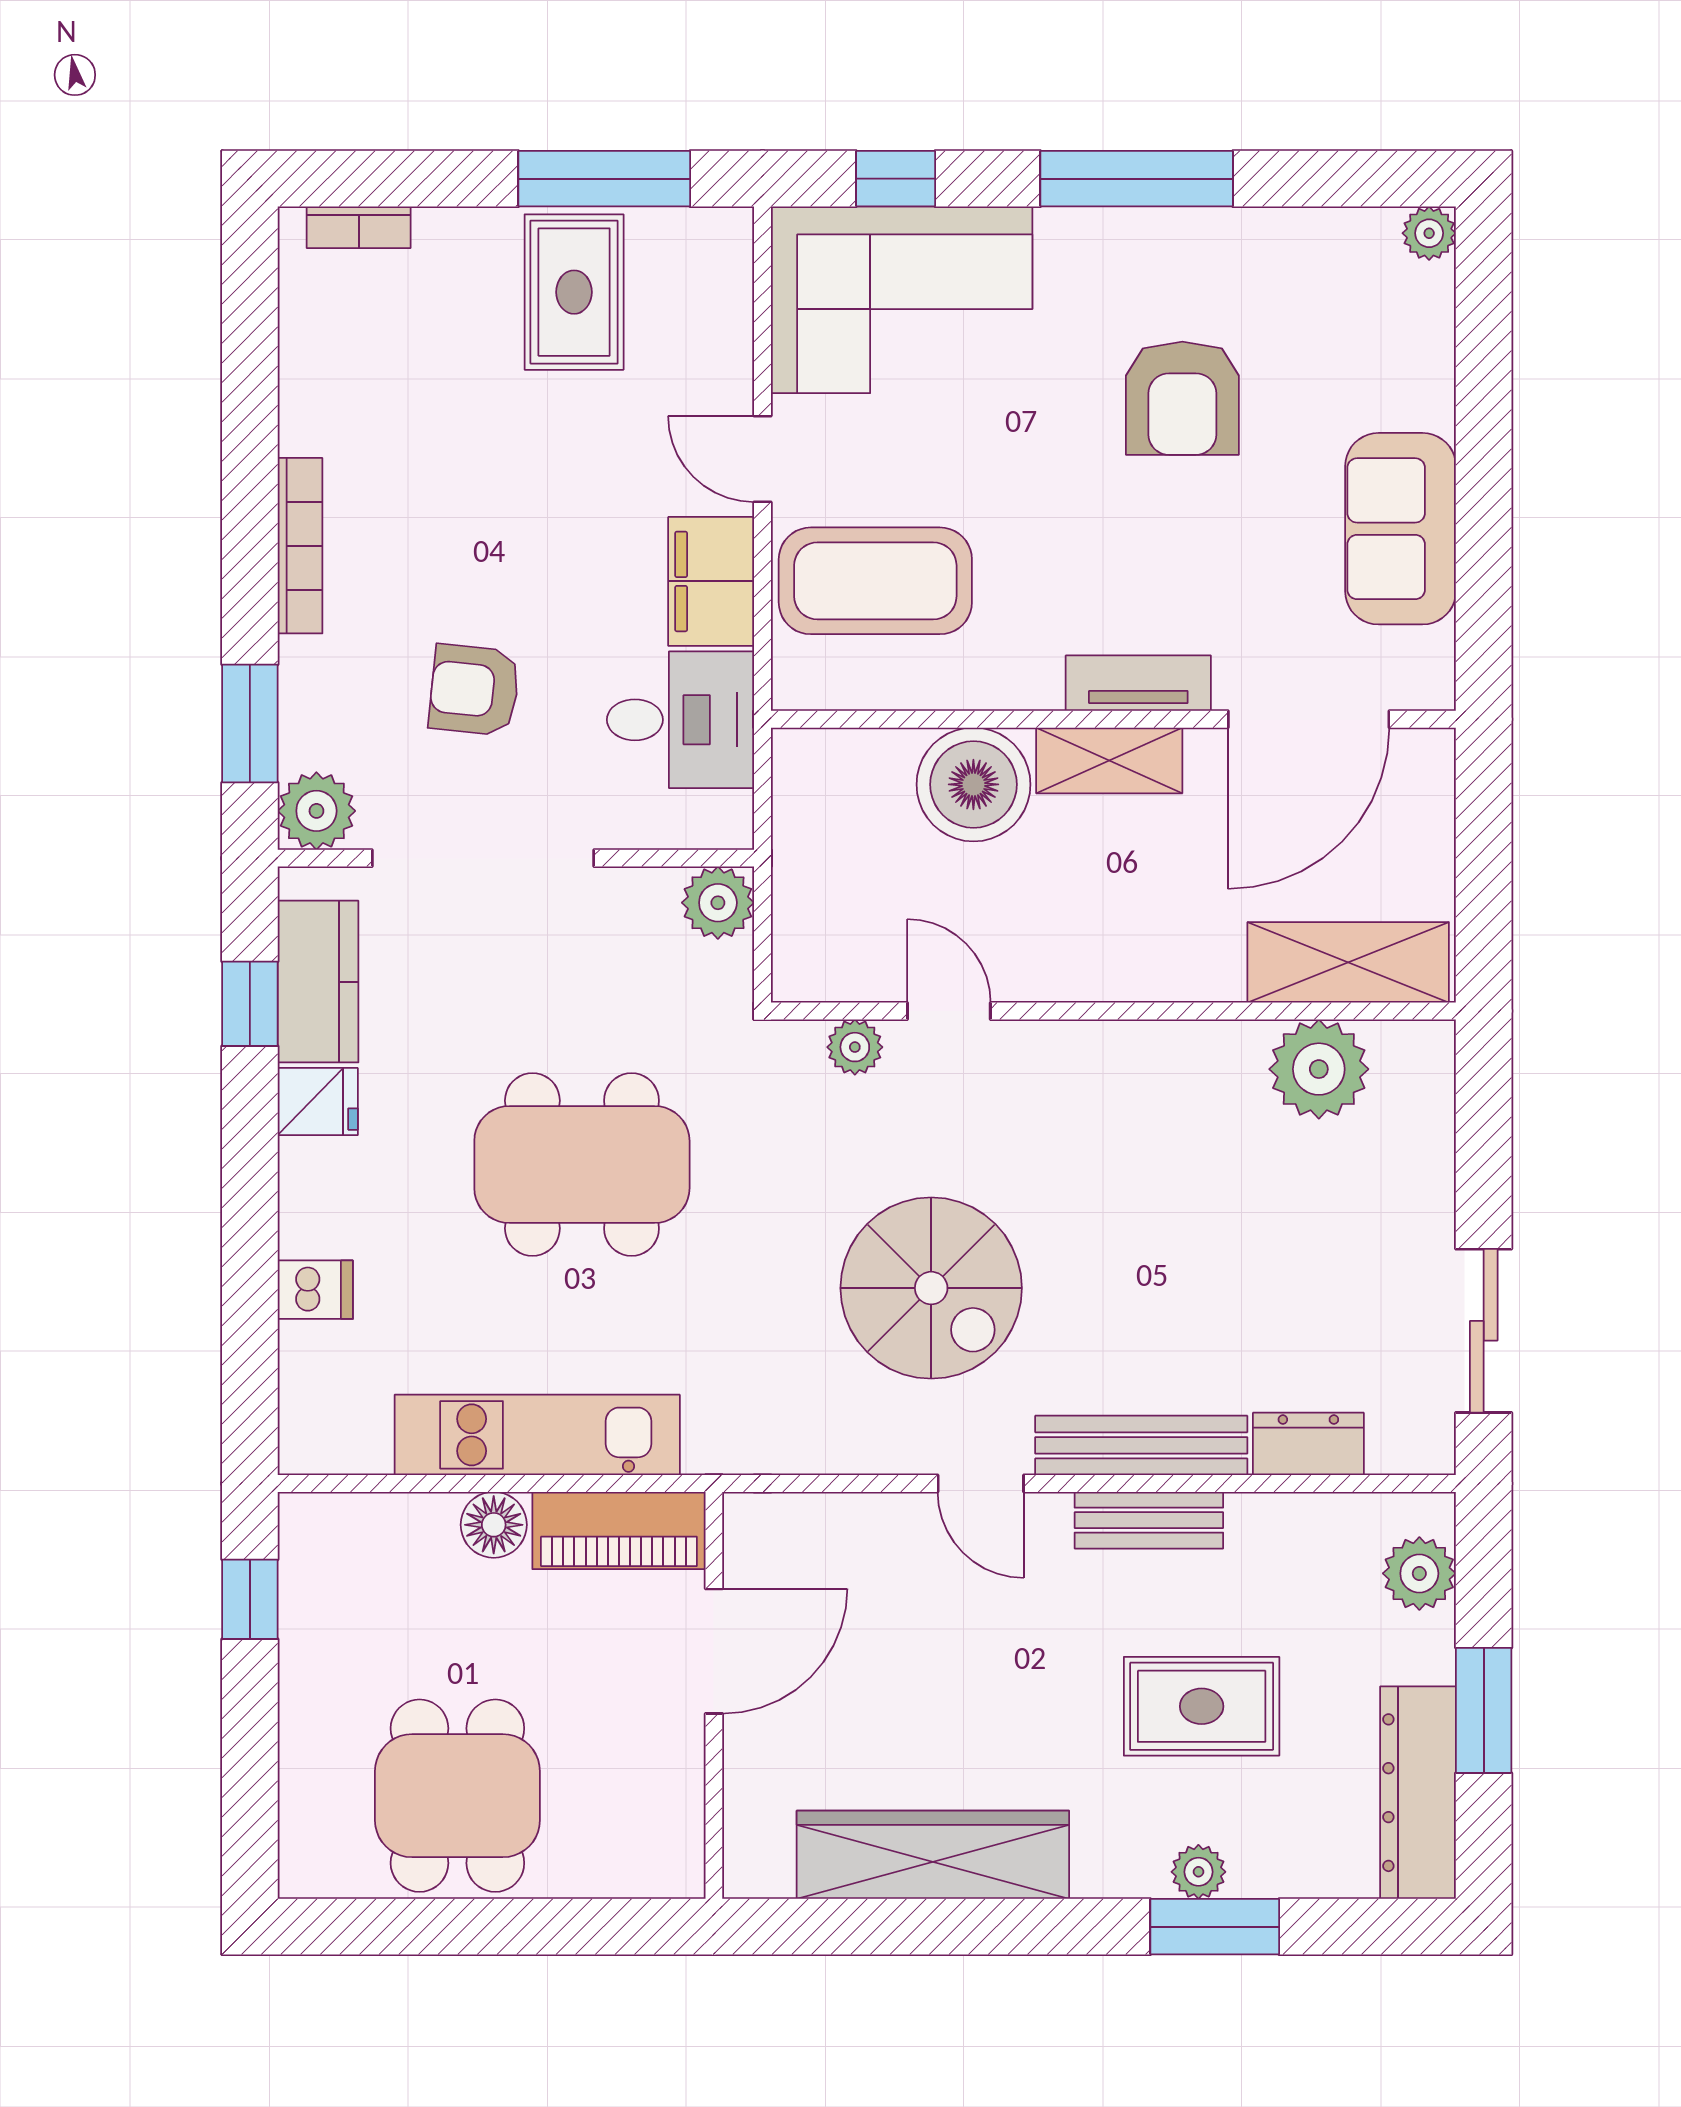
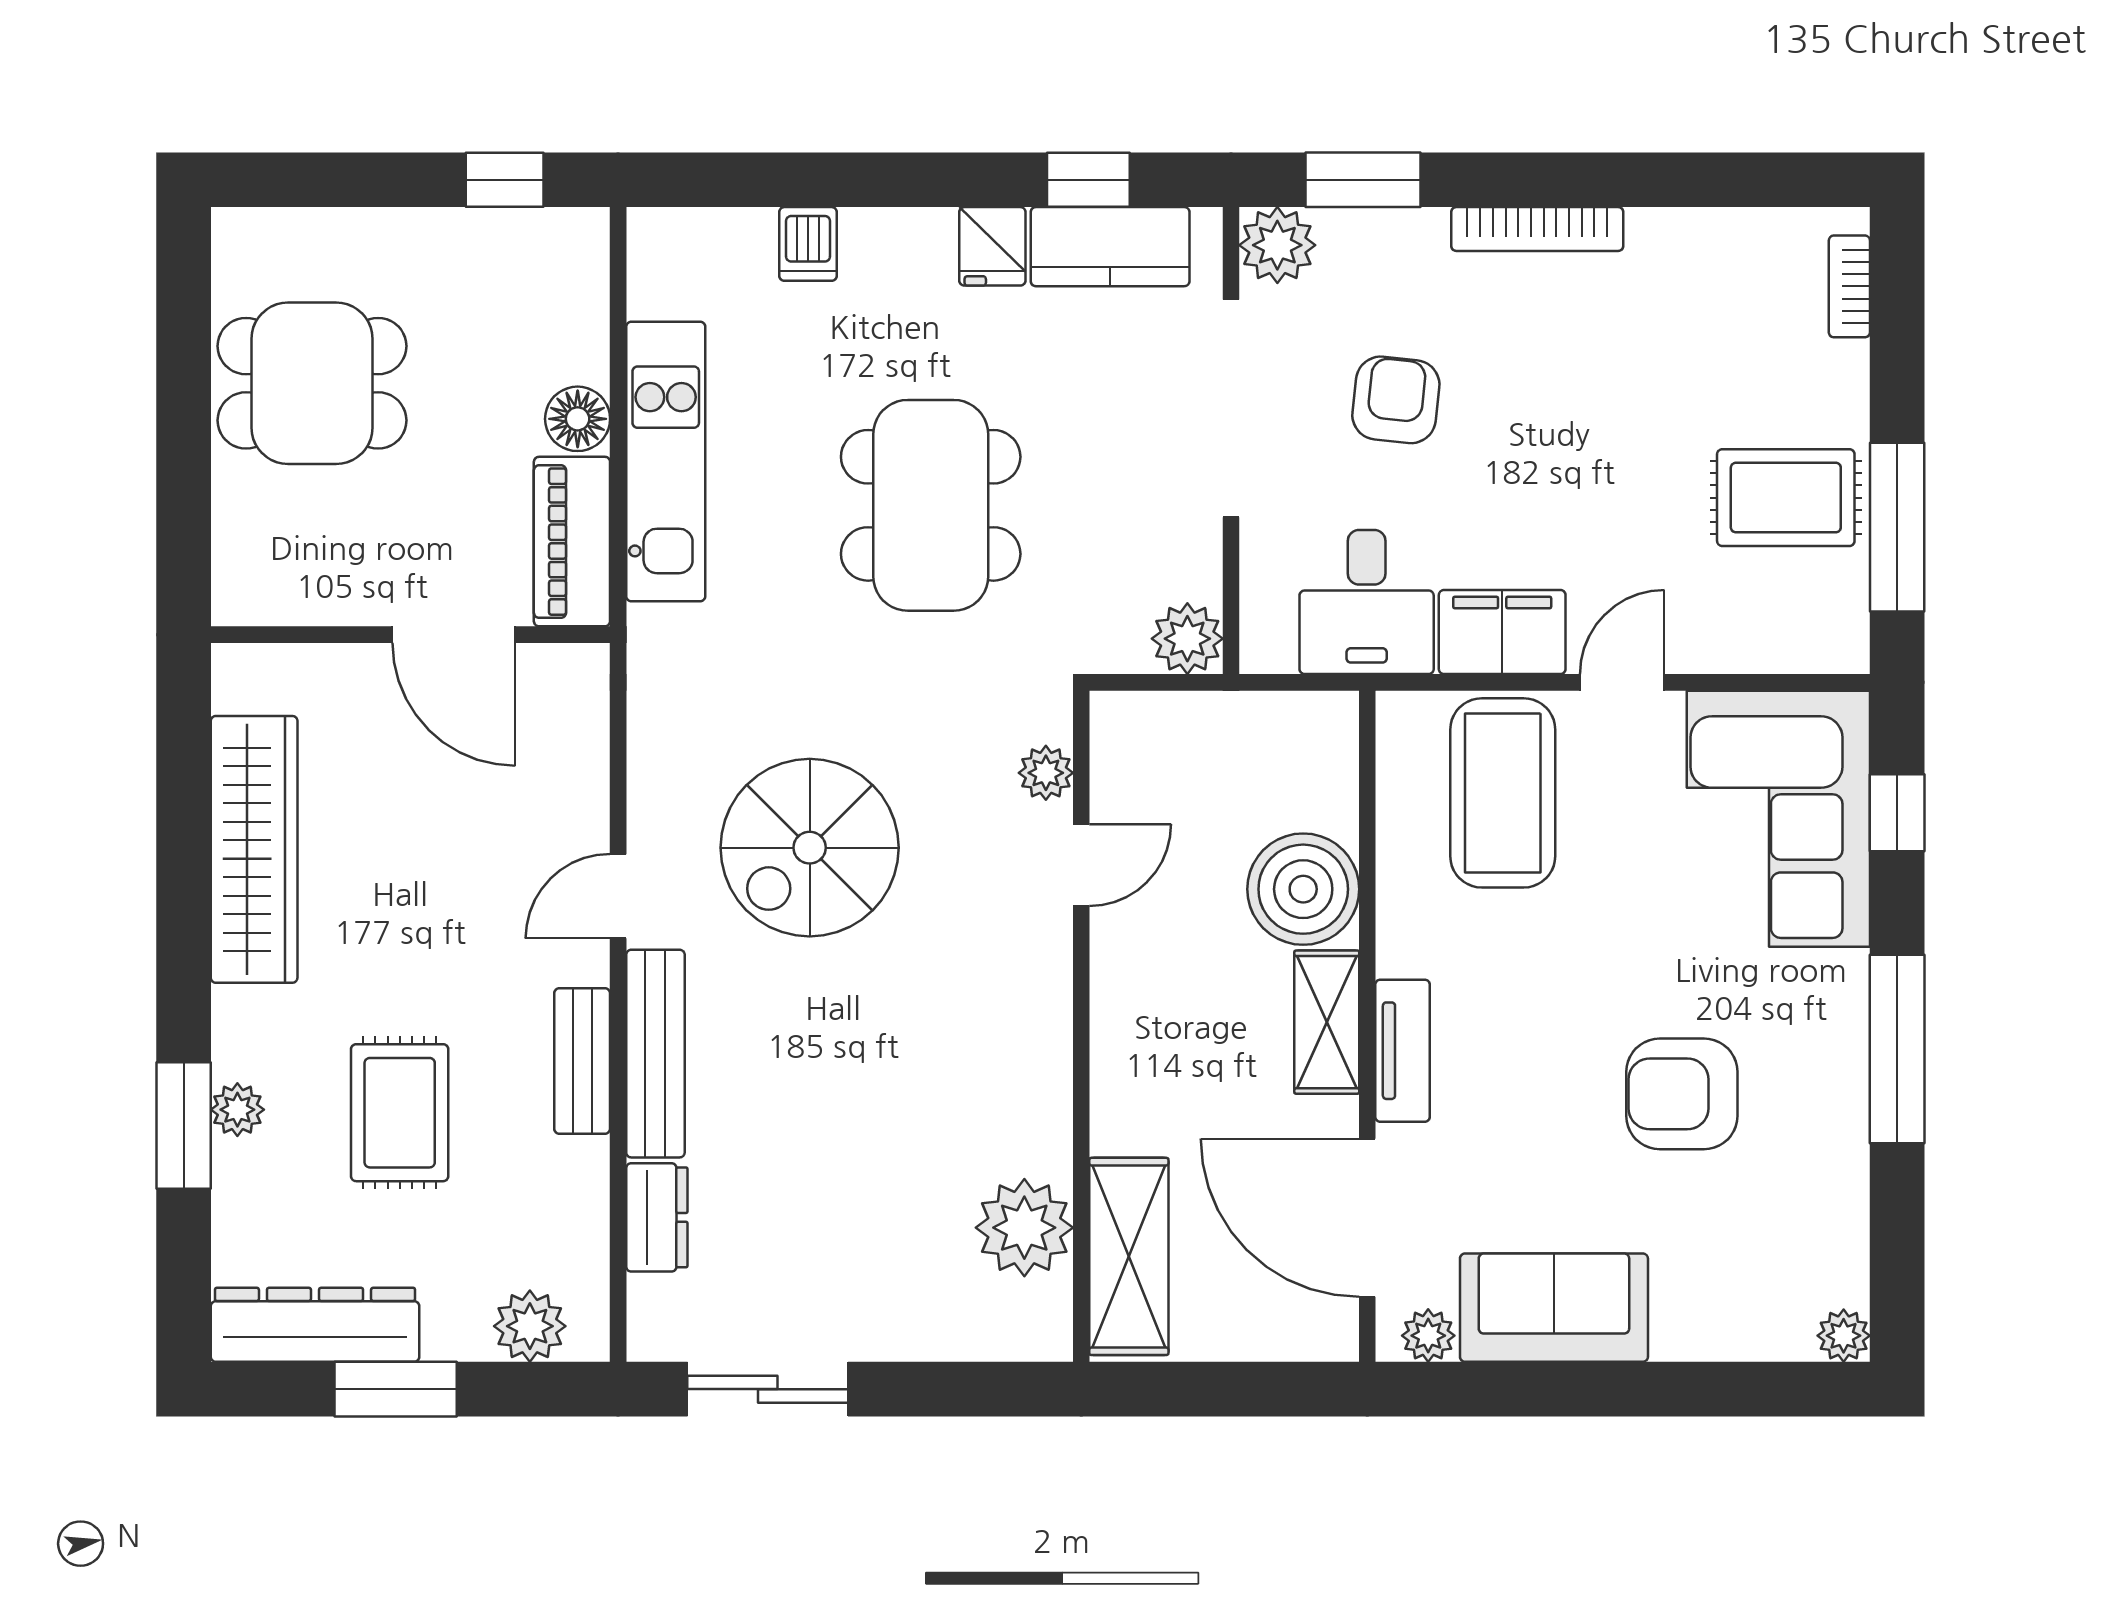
plant: (1429, 657) -> (1428, 1336), added

